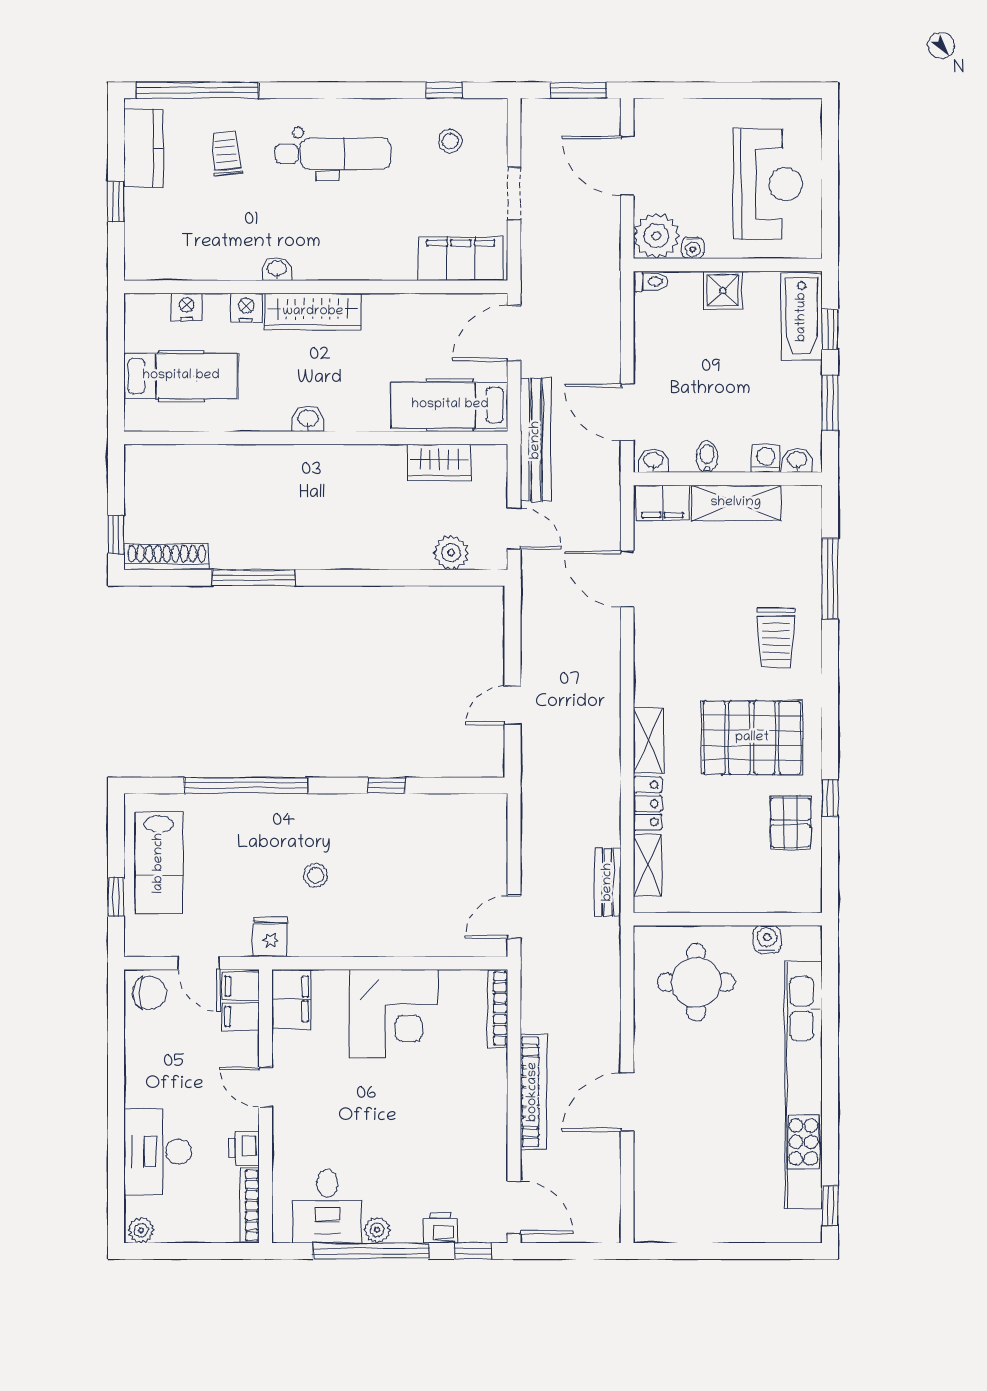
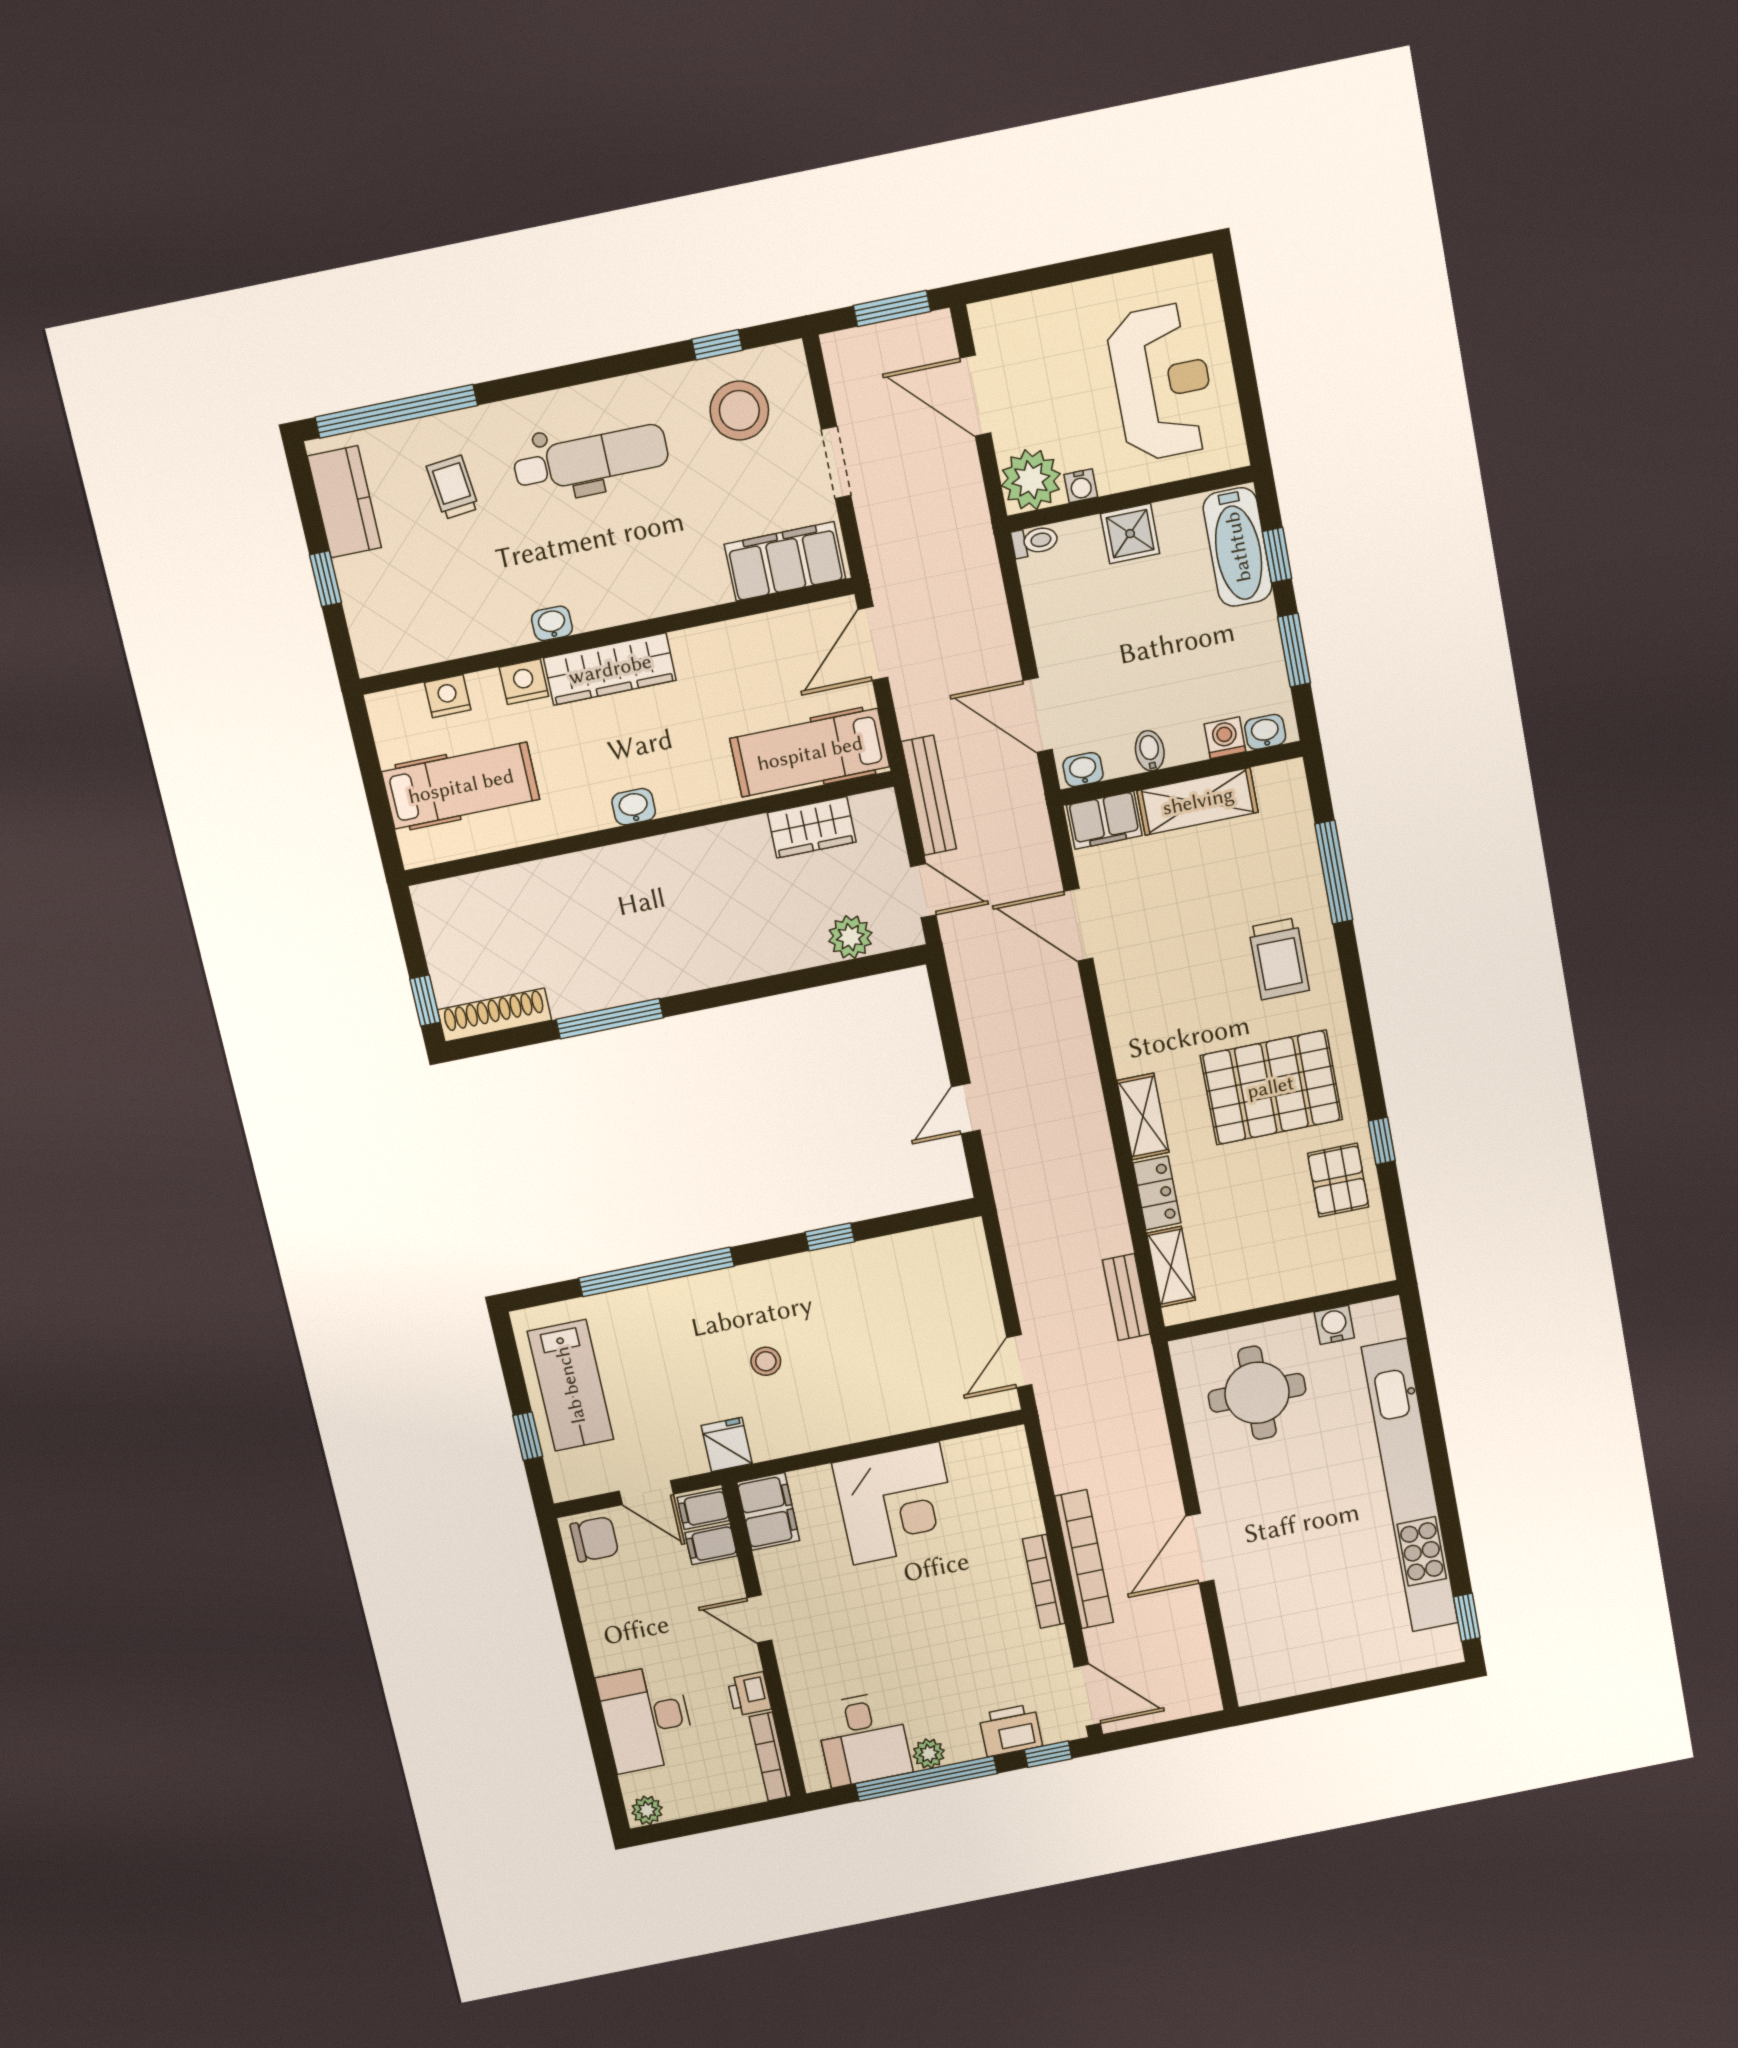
stool: (450, 141) -> (739, 411), width x1.89, depth x1.89
bench: (536, 440) -> (929, 795), width x0.73, depth x0.82
bookcase: (498, 1009) -> (1044, 1581), moved
printer: (440, 1228) -> (1011, 1730), width x1.36, depth x1.24

